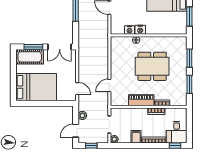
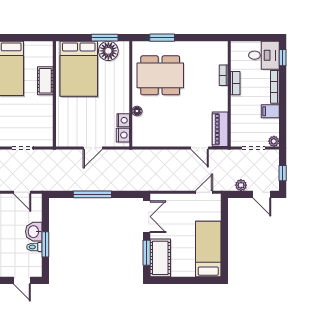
floor lamp: (180, 19) -> (108, 51), added
nightstand: (140, 30) -> (123, 135), moved
dining table: (152, 66) -> (160, 75), moved, turned 90
window: (189, 84) -> (198, 38), removed
bed: (36, 87) -> (208, 249), width x0.67
piano: (141, 100) -> (220, 129), moved

